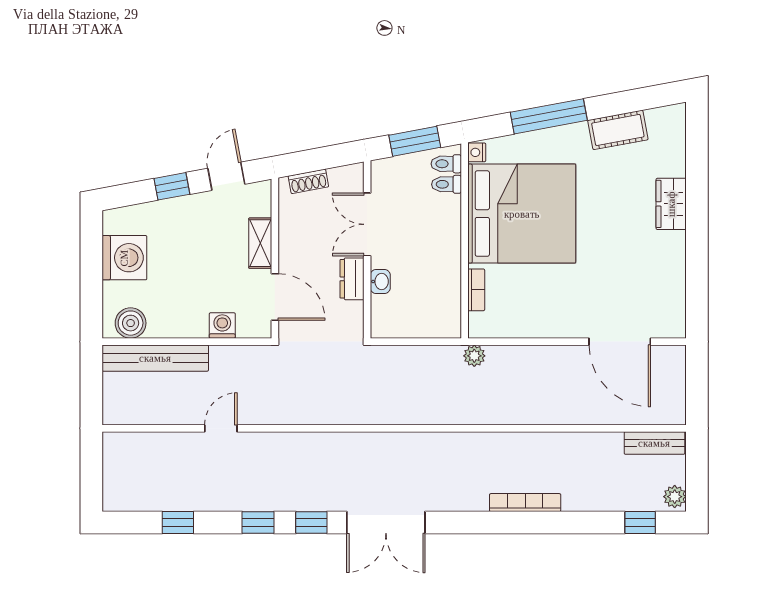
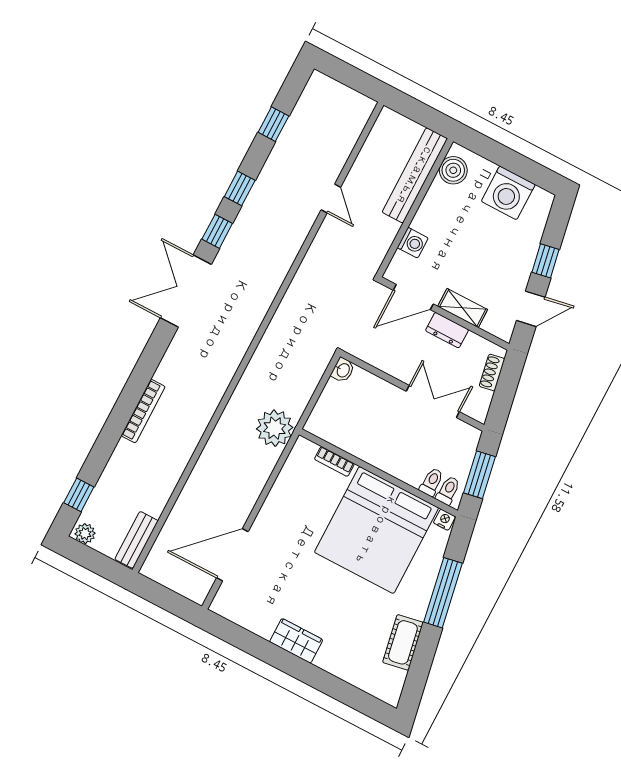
door: (226, 176) -> (531, 309), hinge flipped
wardrobe: (671, 204) -> (296, 641), moved
dresser: (352, 279) -> (447, 330), moved, turned 180
washbasin: (380, 281) -> (343, 370), moved, turned -90
plant: (474, 356) -> (275, 428), width x1.87, depth x1.87

